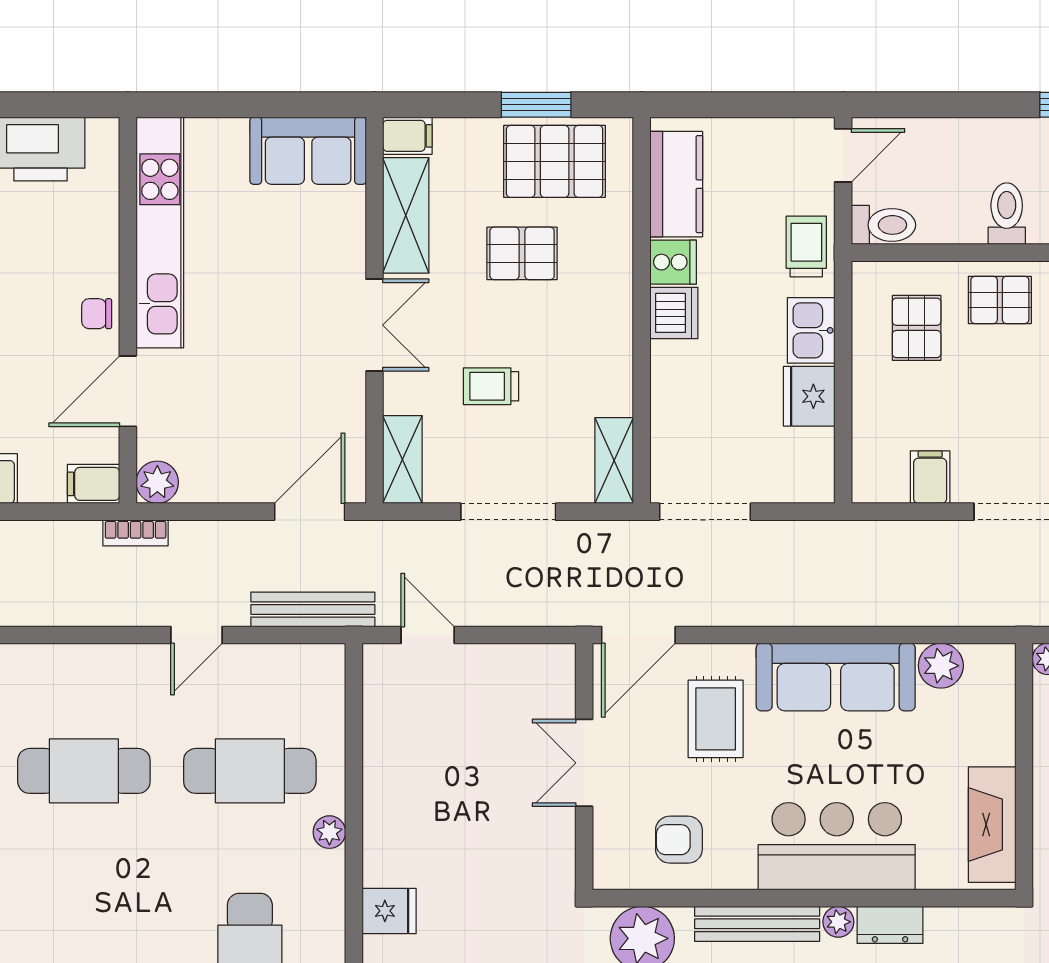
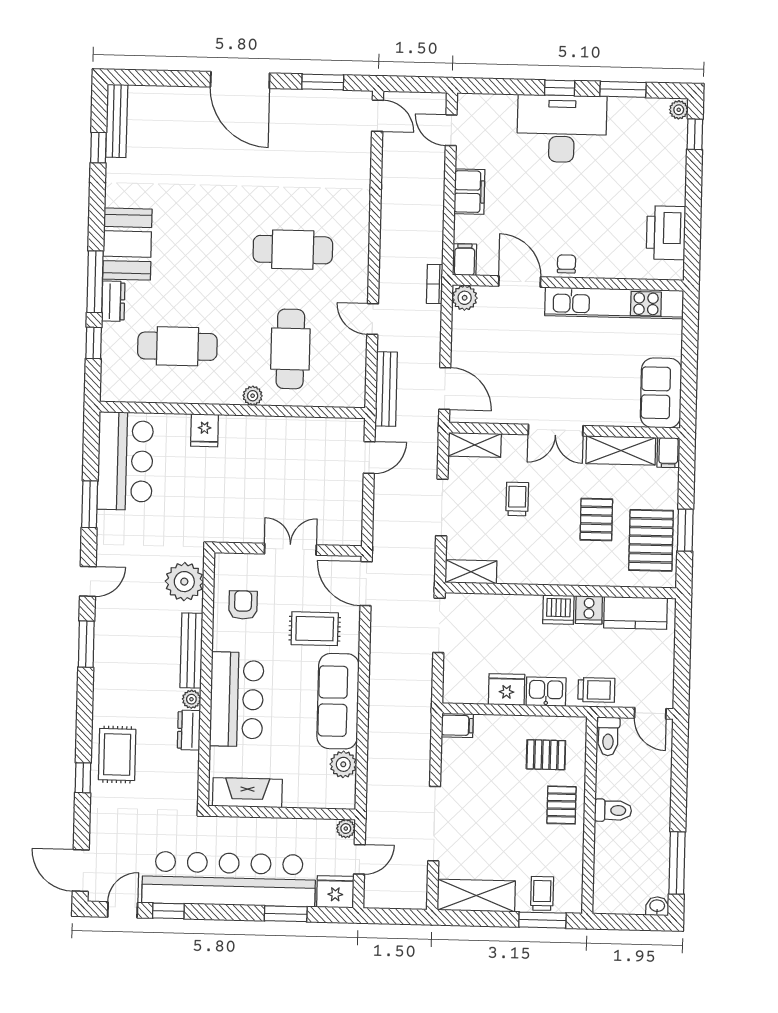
filing cabinet: (930, 477) -> (457, 725), moved
cafe table: (84, 771) -> (293, 250), turned 90

